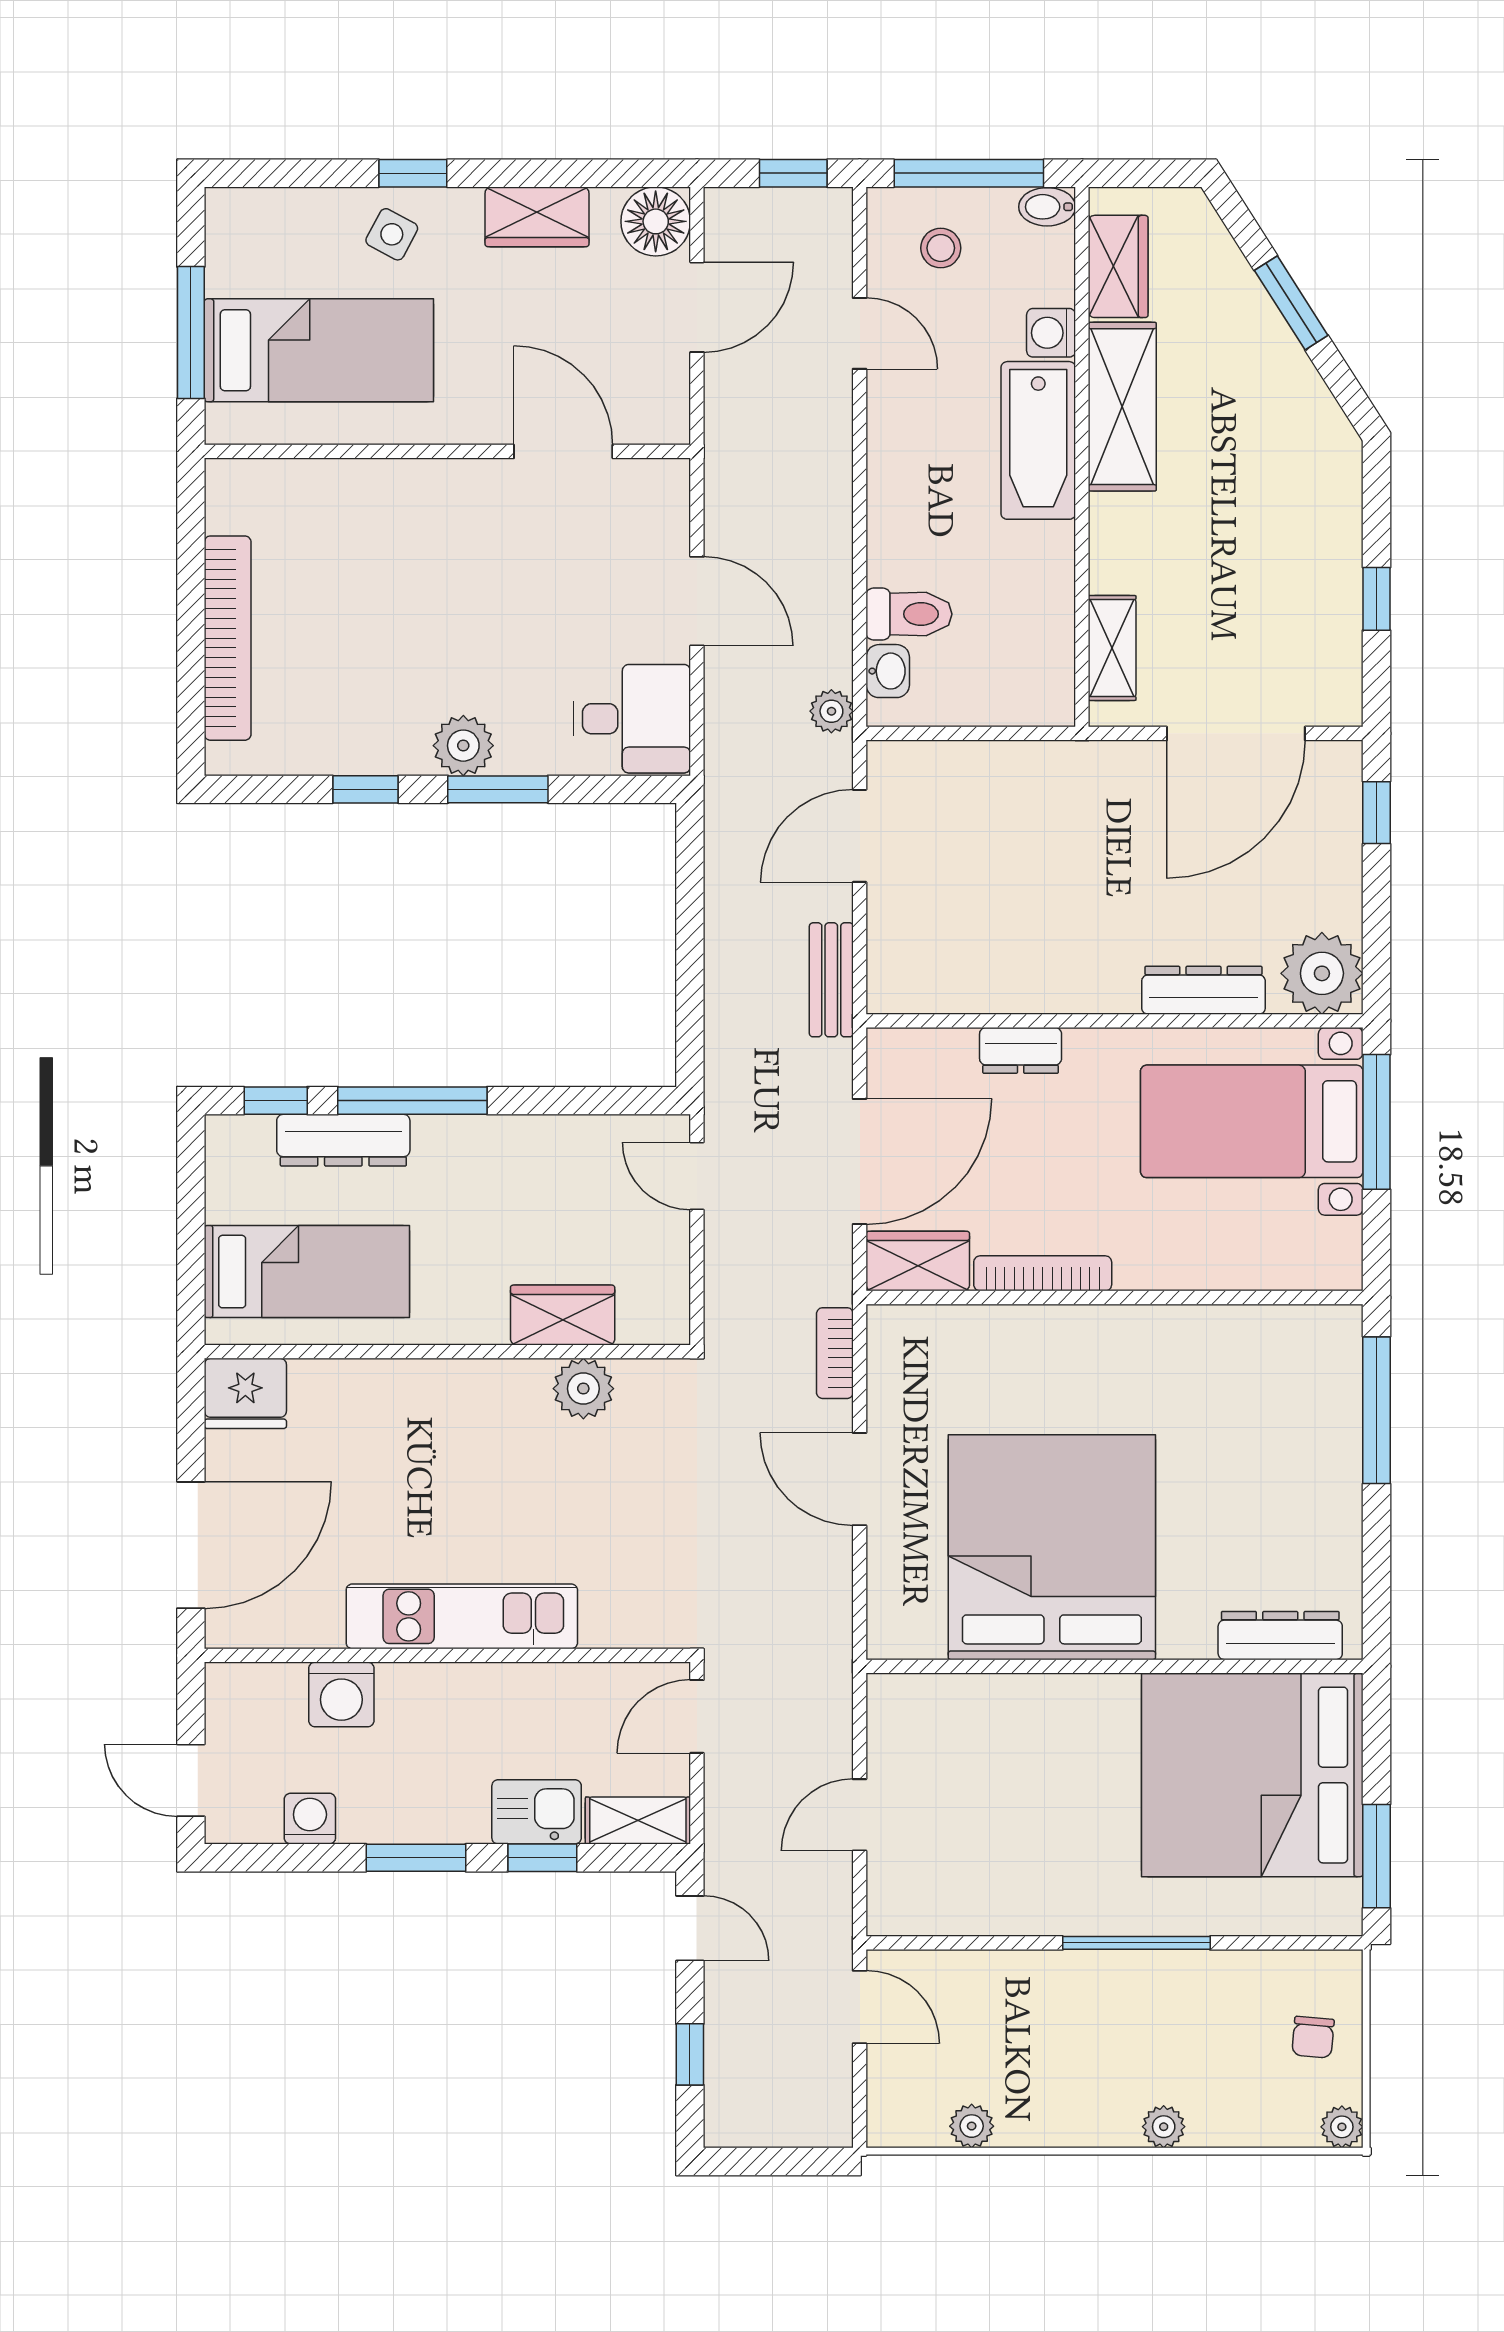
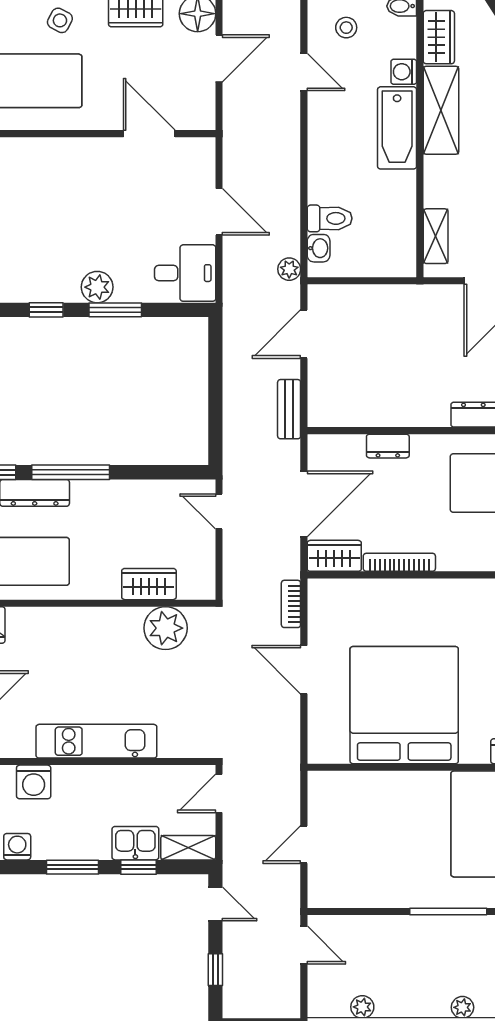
plant: (583, 1389) -> (166, 628), width x1.36, depth x1.36

